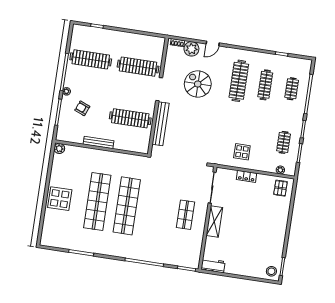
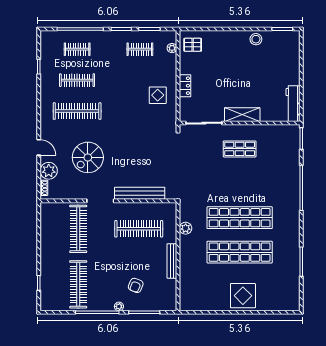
clothes rail: (130, 118) -> (139, 229), turned 90
plant: (59, 148) -> (186, 228), moved
workbench: (213, 266) -> (293, 104), width x1.38
stool: (271, 271) -> (256, 39), moved

